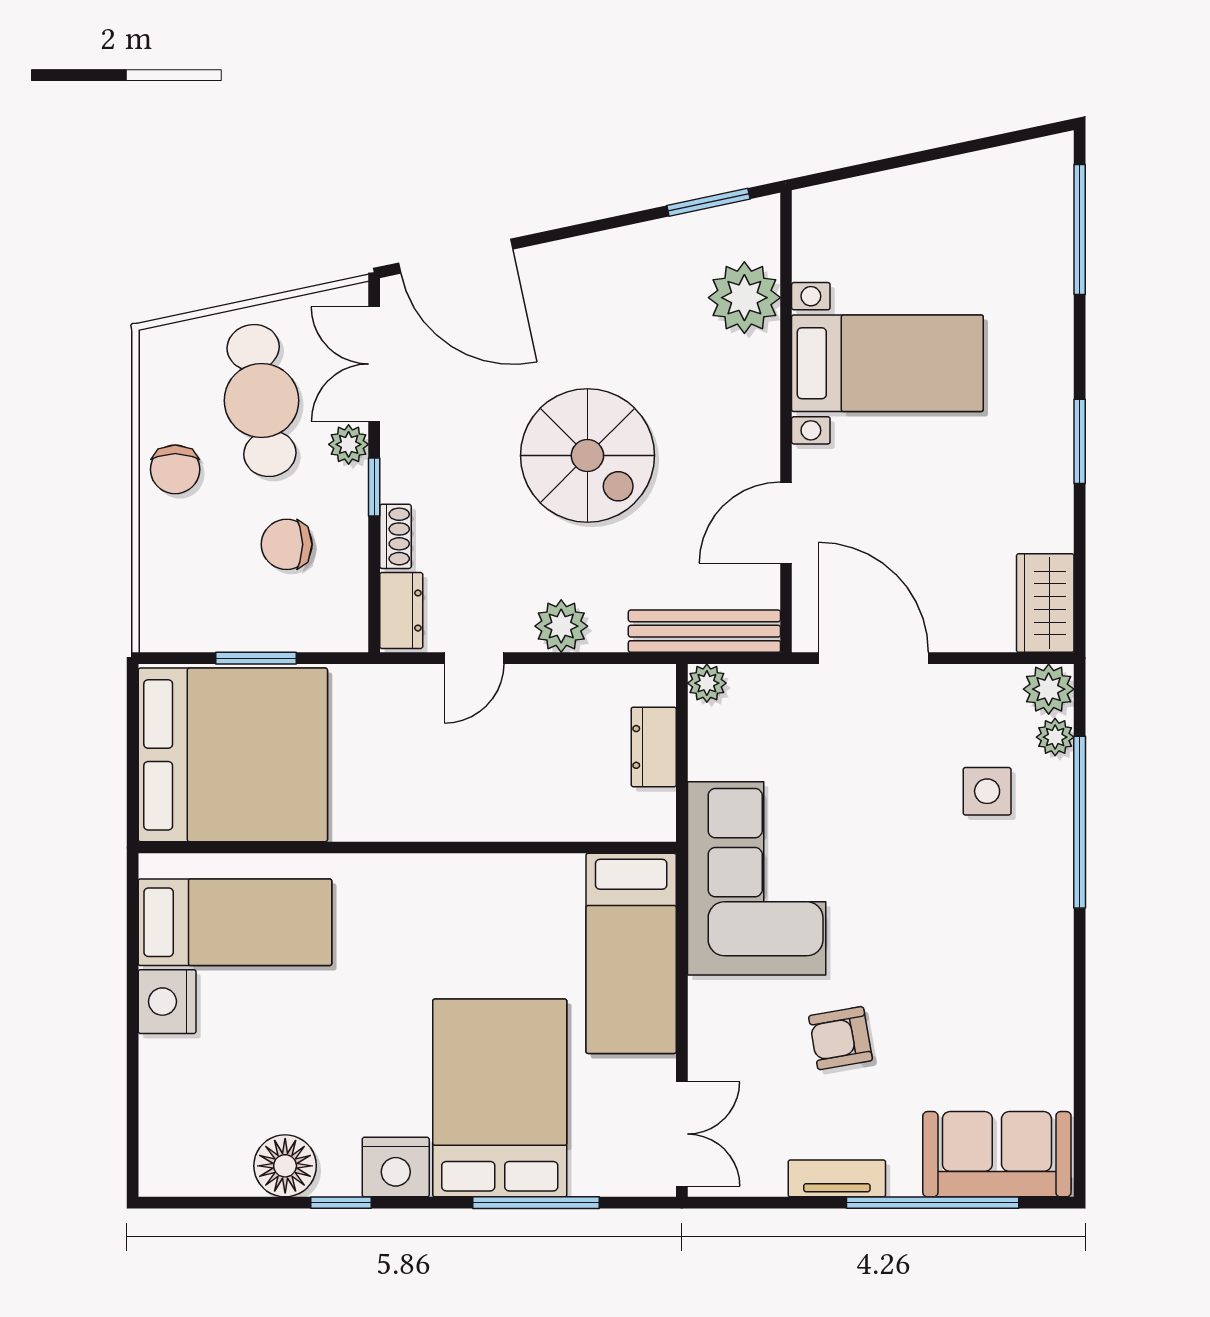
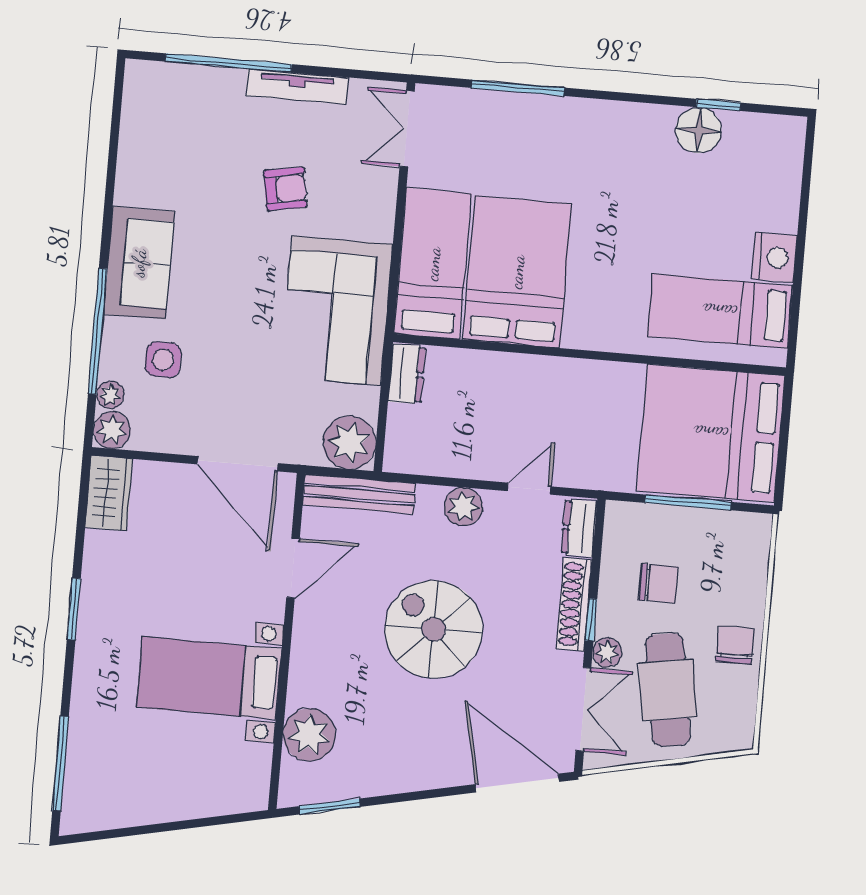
shoe rack: (395, 536) -> (574, 604), width x1.94, depth x1.24
window: (256, 658) -> (688, 502), width x1.44
plant: (707, 683) -> (349, 443), width x1.87, depth x1.87
dresser: (654, 747) -> (407, 374), moved
bed: (500, 1098) -> (517, 272), moved, turned 180
sofa: (997, 1154) -> (139, 263), moved, turned -90
nightstand: (396, 1167) -> (618, 123), removed
tv unit: (837, 1178) -> (297, 87), width x1.41
window: (341, 1203) -> (718, 105), moved

